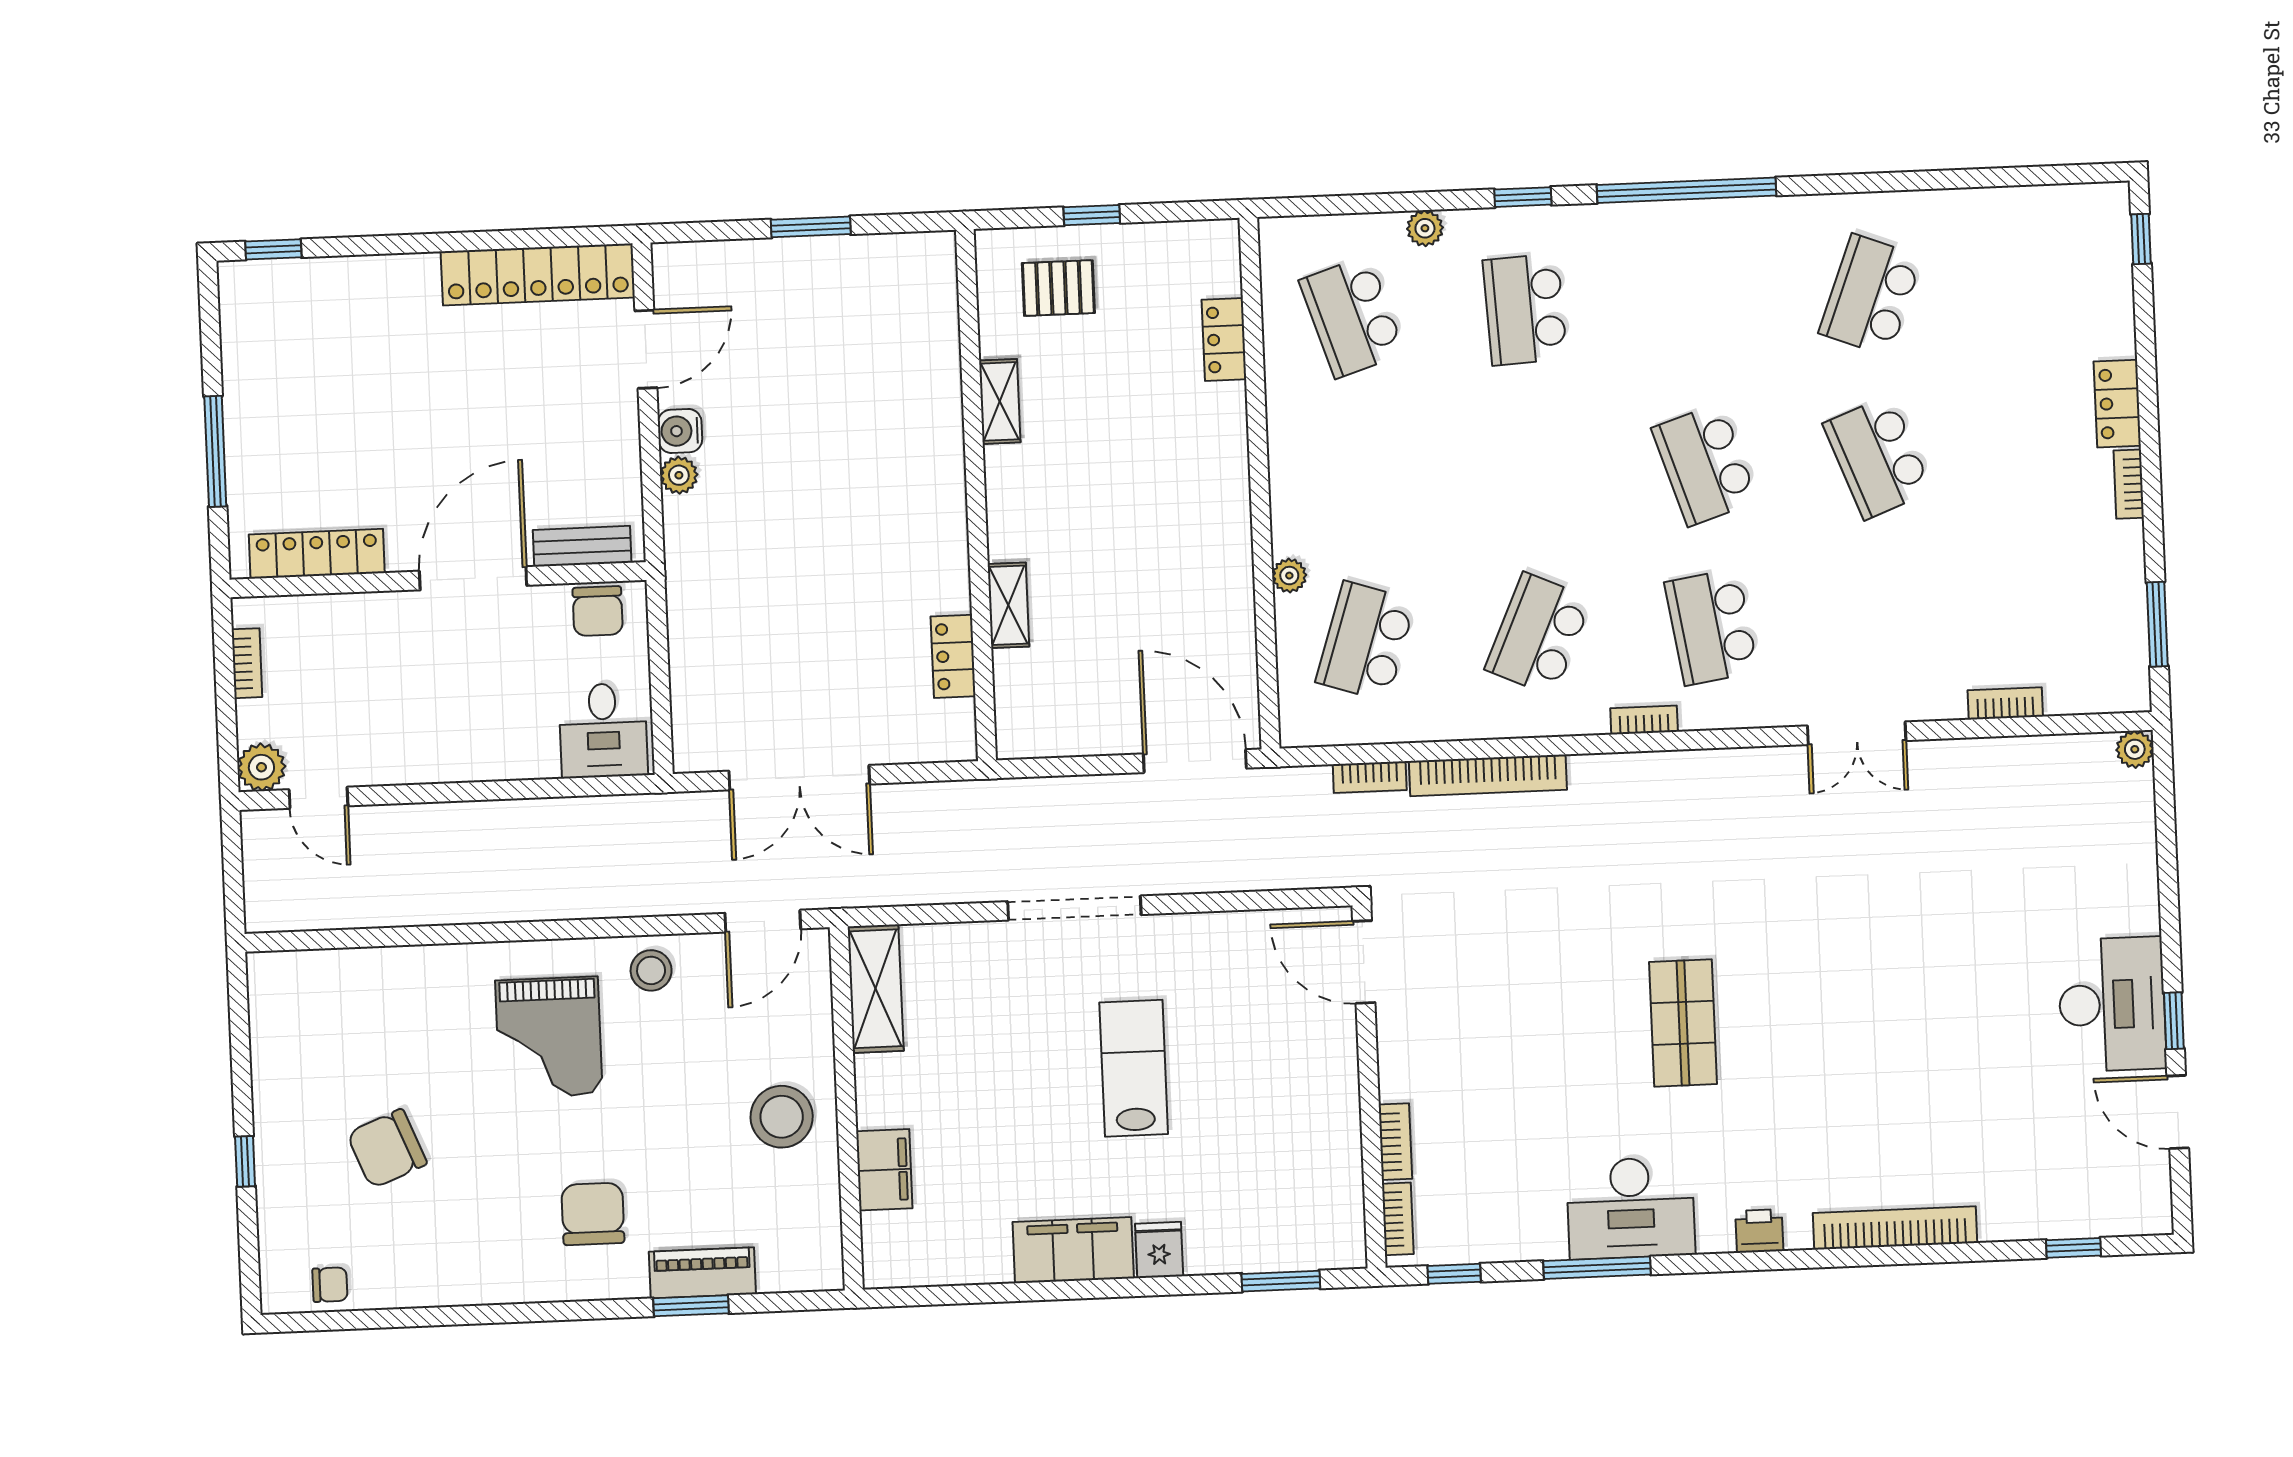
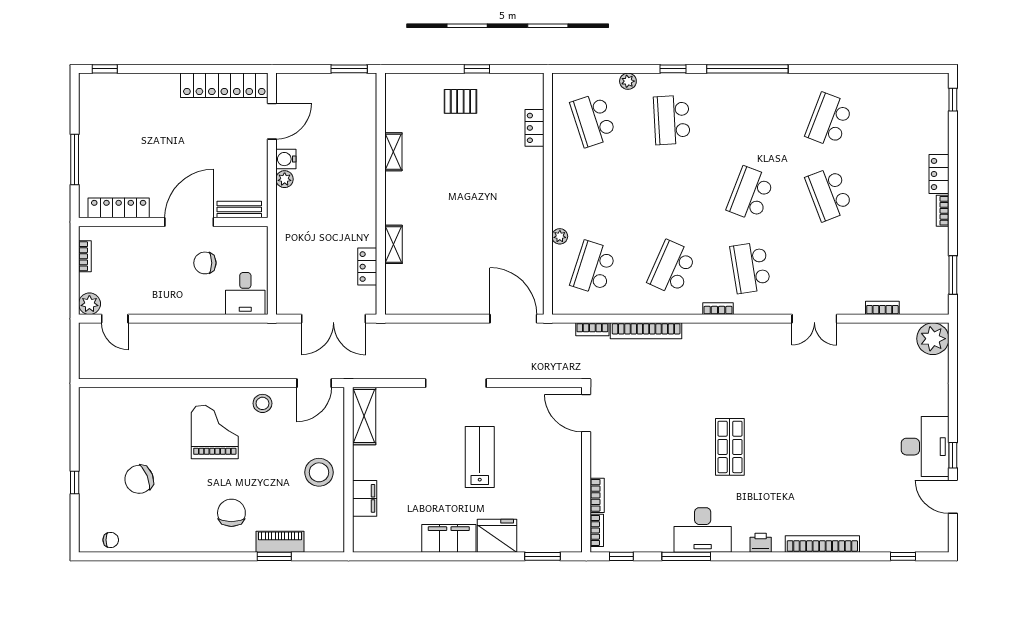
shelving: (1000, 401) -> (393, 152), moved
school desk: (1705, 465) -> (750, 194), turned 39
wall: (976, 495) -> (381, 194), moved
shelving: (1008, 605) -> (393, 244), moved
chair: (598, 611) -> (205, 263), moved, turned 90
locker: (953, 656) -> (367, 267), moved
plant: (2135, 749) -> (933, 339), width x1.87, depth x1.87
grand piano: (549, 1037) -> (215, 432), turned 180
fridge: (1159, 1250) -> (497, 536), width x1.88, depth x1.34

